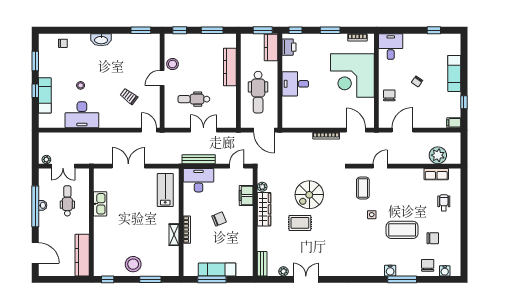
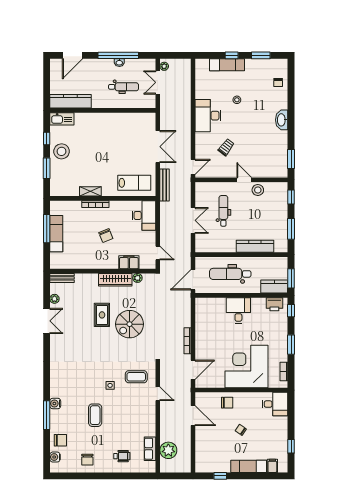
desk: (82, 115) -> (208, 116), moved
filing cabinet: (454, 123) -> (272, 466), moved
bench: (199, 159) -> (165, 185), moved
spiral stairs: (309, 195) -> (130, 324), turned -90
kitchen sink: (100, 204) -> (62, 119), moved
coffee table: (402, 230) -> (95, 415), width x0.73, depth x0.76
chair: (433, 238) -> (87, 460), moved
window: (108, 279) -> (47, 139), moved

